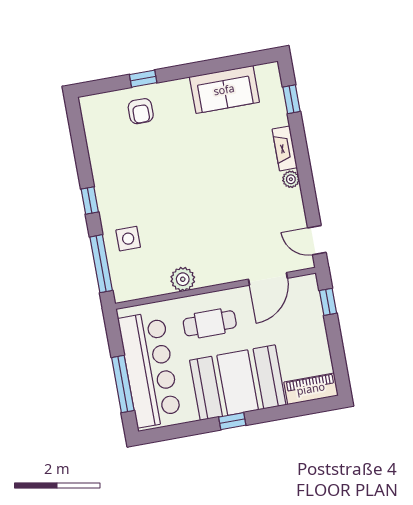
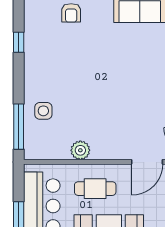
window: (90, 201) -> (19, 42), moved

